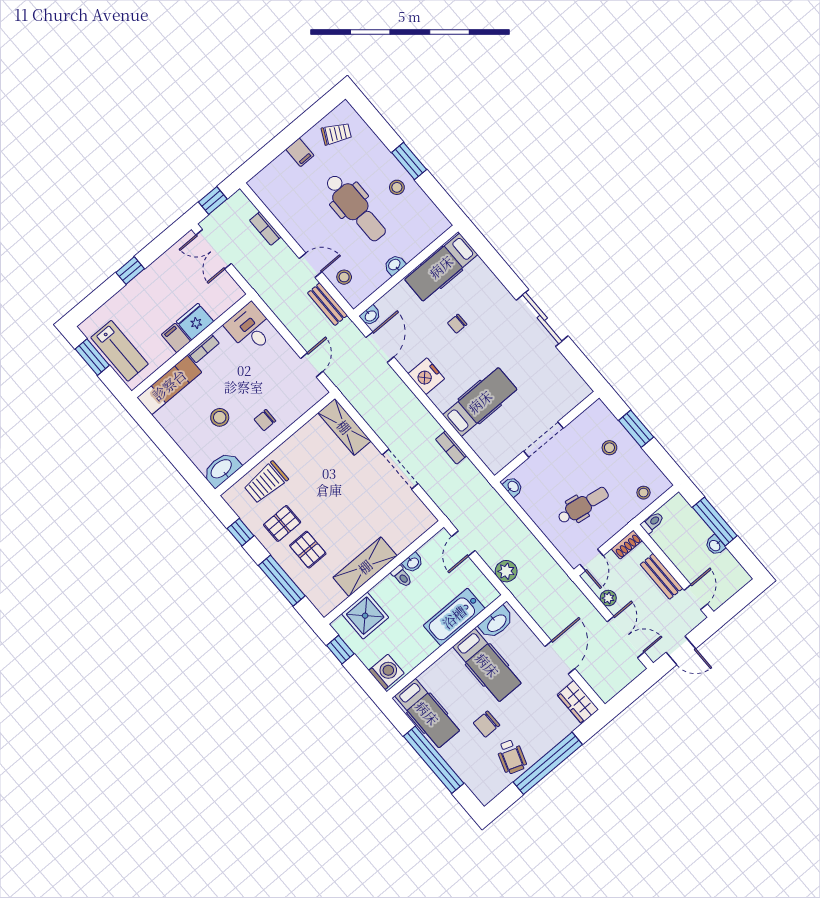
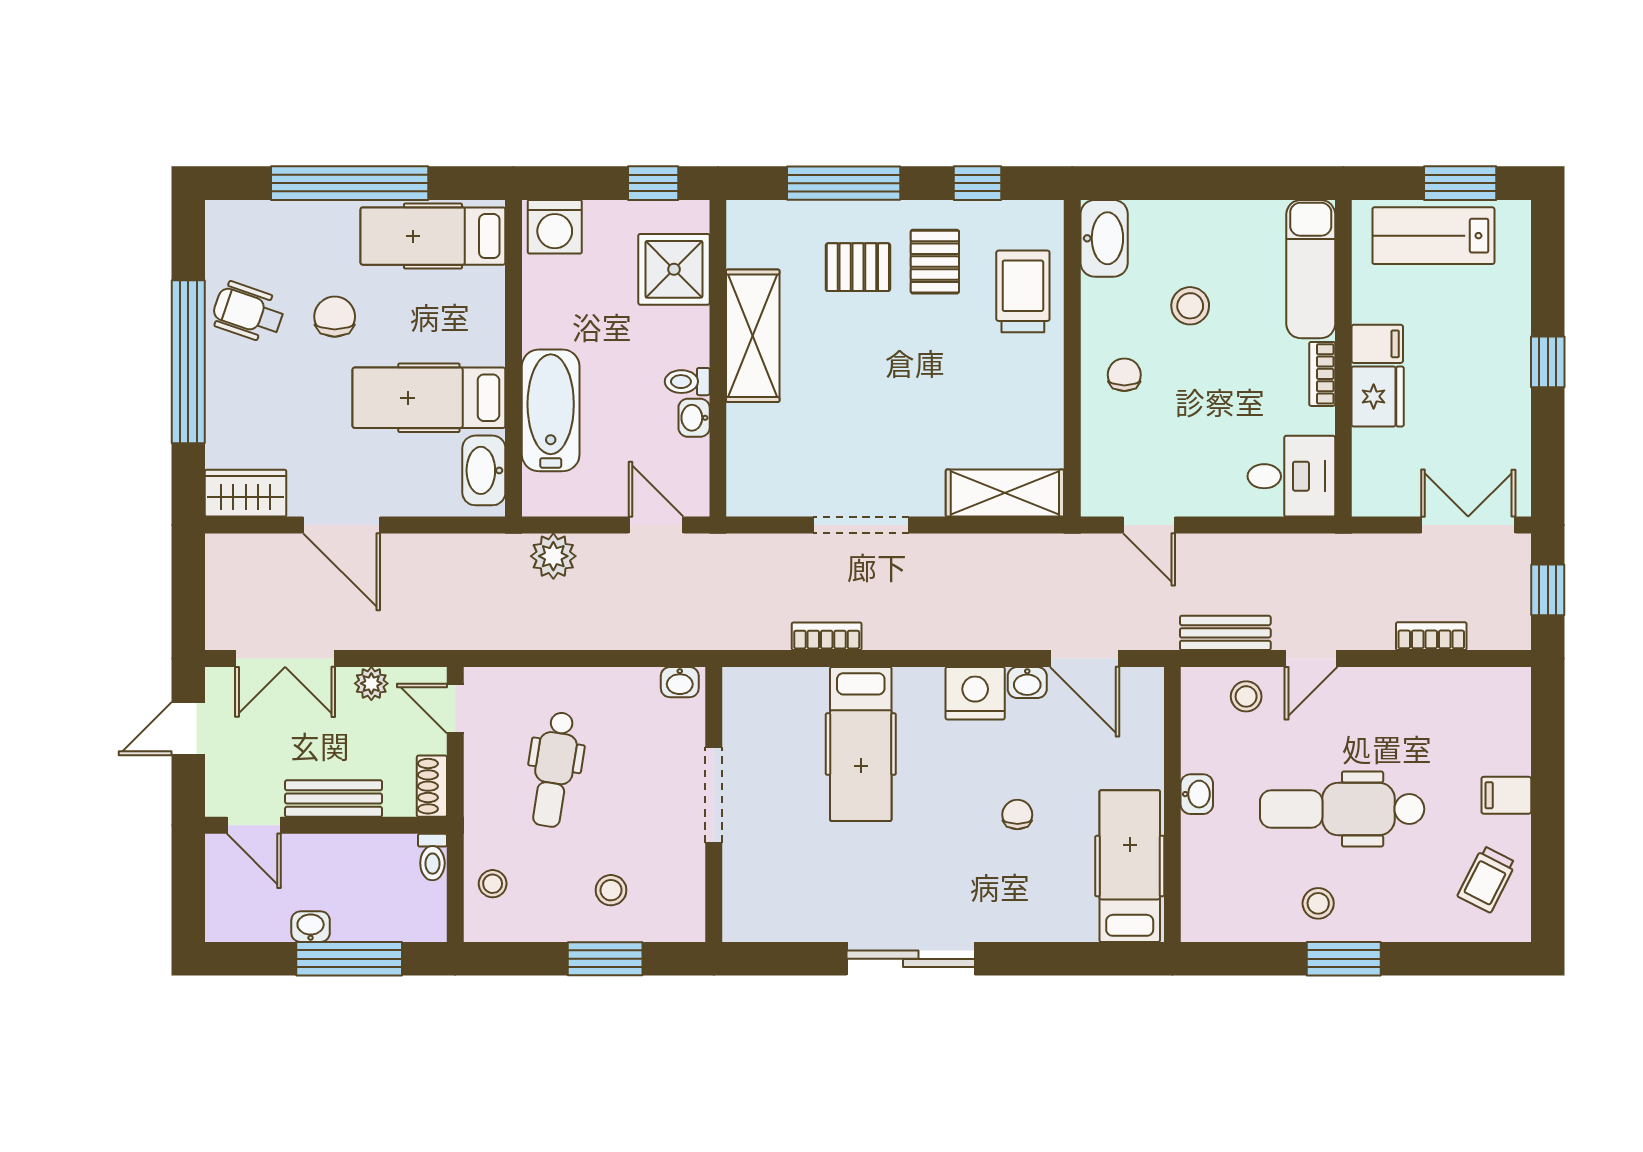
washbasin: (370, 316) -> (1027, 683), moved, turned -90

